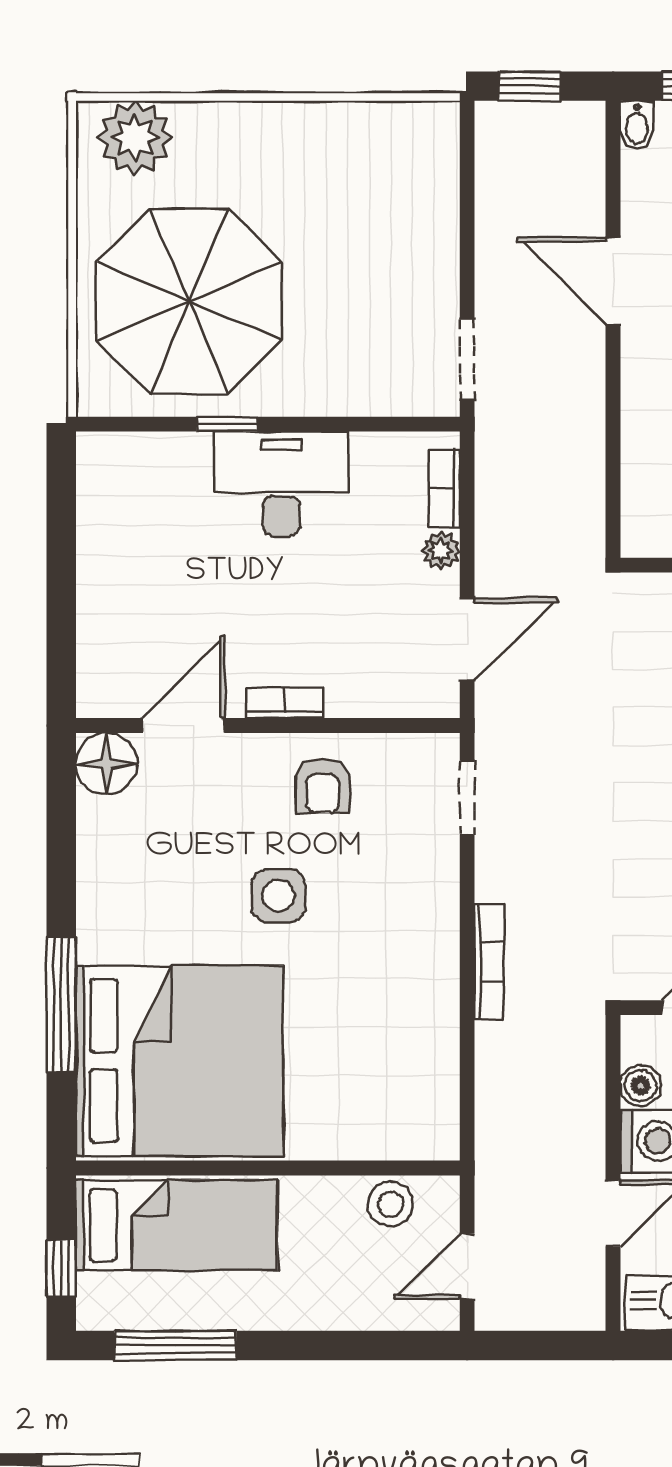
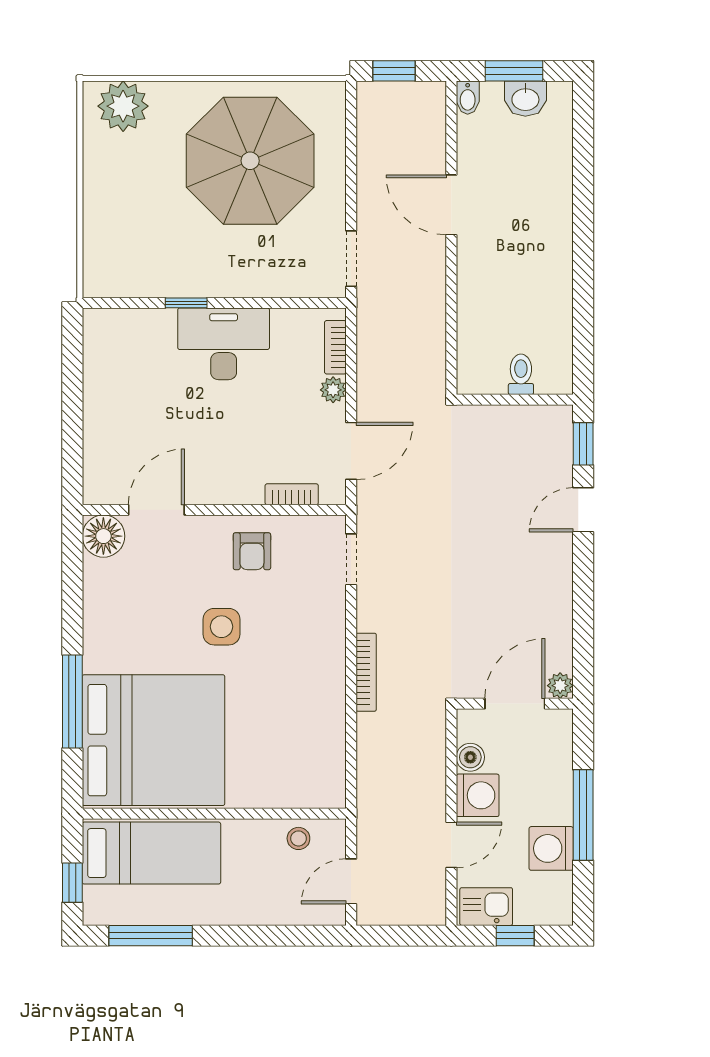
parasol: (189, 301) -> (250, 161), moved
bookcase: (285, 703) -> (292, 494), moved
stool: (391, 1204) -> (298, 838), width x0.73, depth x0.73

